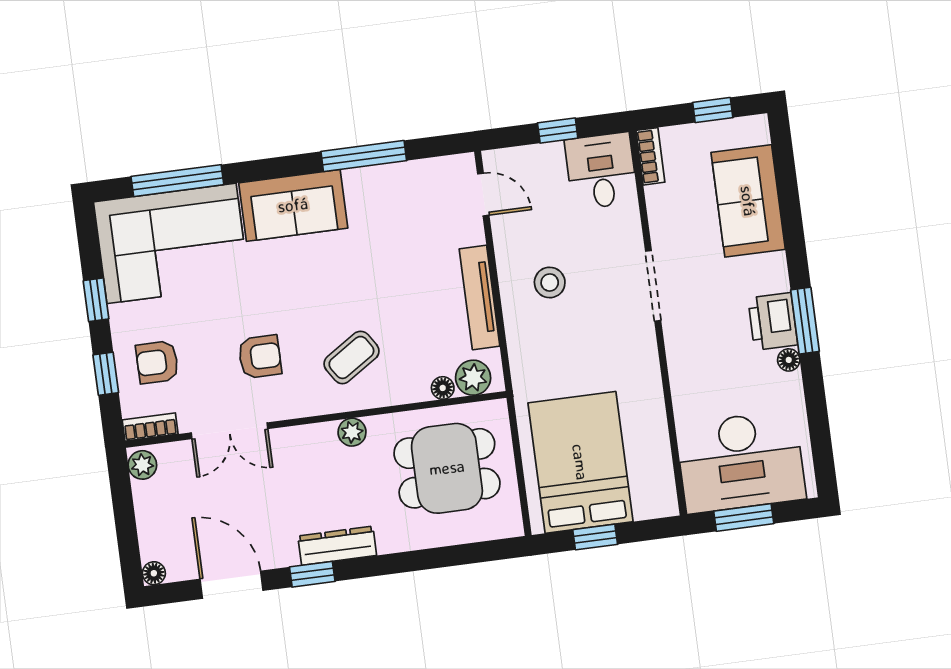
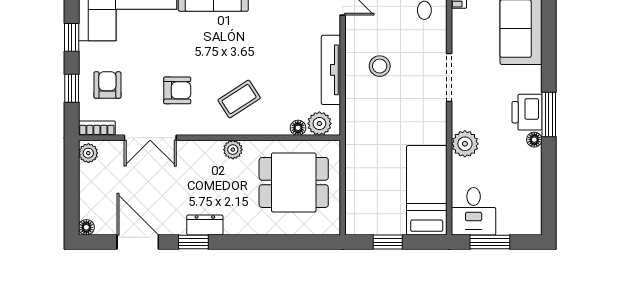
armchair: (157, 362) -> (107, 85), turned 90
plant: (689, 379) -> (465, 144), added
bed: (580, 462) -> (427, 190), moved, width x0.67
desk: (741, 462) -> (474, 211), width x0.53, depth x0.77
dresser: (337, 546) -> (205, 225), width x0.70

